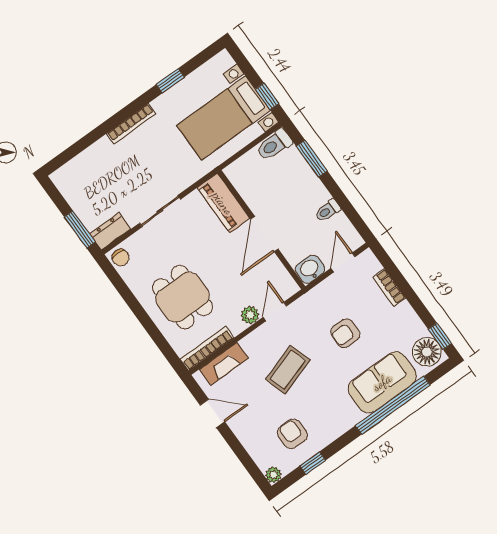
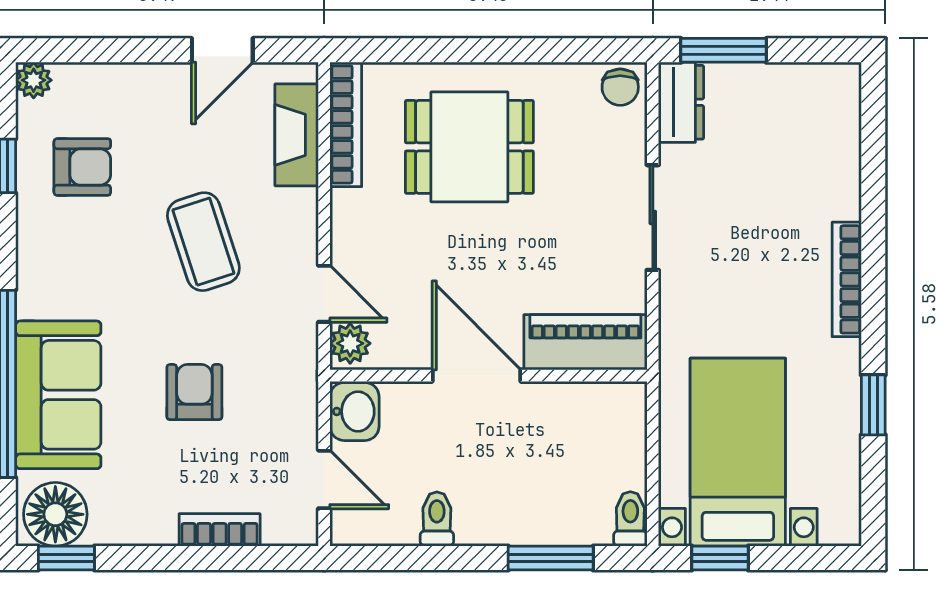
toilet: (274, 145) -> (630, 519), width x0.73, depth x0.72
chair: (121, 258) -> (620, 87), turned -90
plant: (250, 315) -> (350, 343), moved

